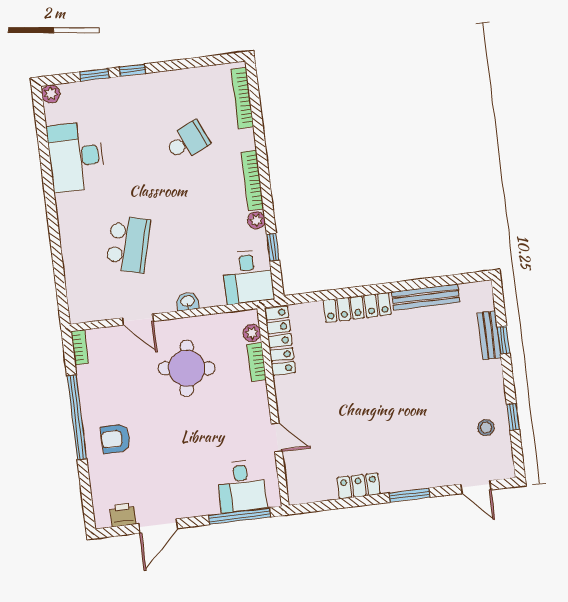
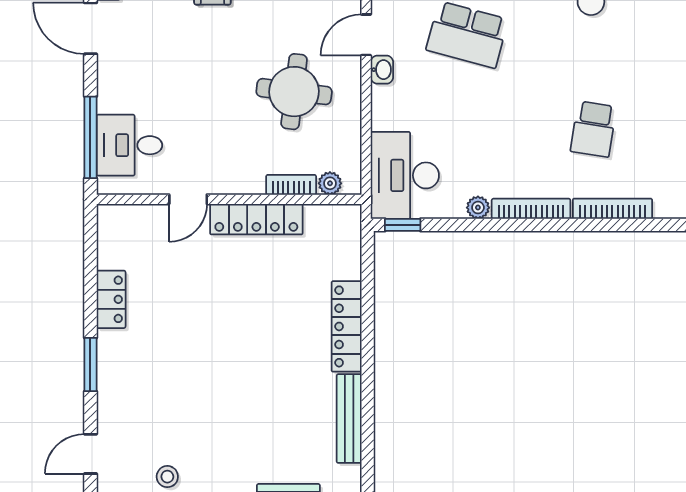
bookcase: (242, 98) -> (612, 209), moved
school desk: (187, 141) -> (593, 129), turned 33
window: (273, 247) -> (403, 225), moved
desk: (248, 277) -> (405, 175), width x1.37
washbasin: (188, 301) -> (382, 70), moved
locker: (280, 341) -> (256, 219), moved

